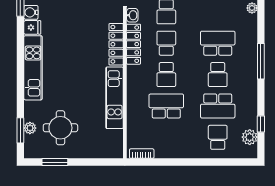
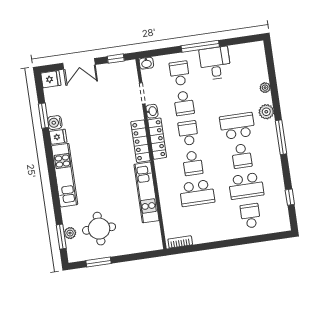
school desk: (166, 106) -> (197, 193), turned 180
plant: (250, 137) -> (266, 112), moved

